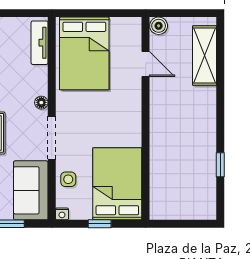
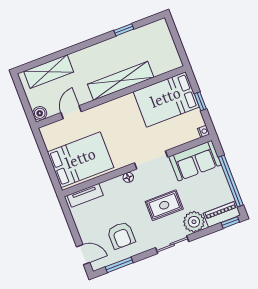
shelving: (161, 138) -> (121, 81), added
side table: (68, 179) -> (177, 136), removed

